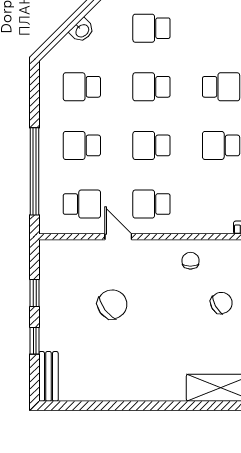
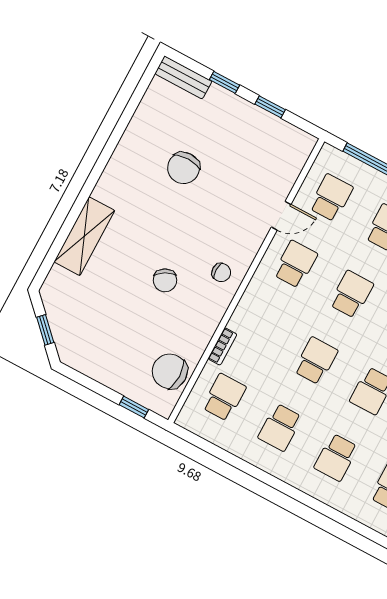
school desk: (82, 204) -> (331, 198), turned 180
chair: (112, 304) -> (184, 168), moved, turned 37

